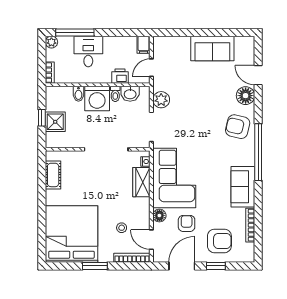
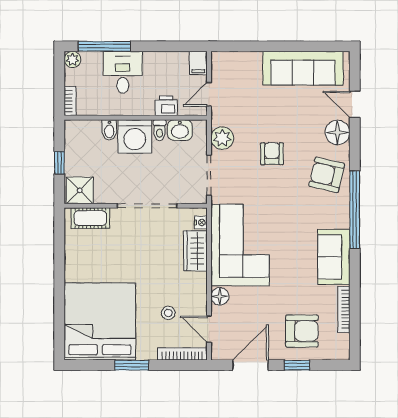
sofa: (212, 49) -> (303, 68), width x1.36
shower: (55, 122) -> (80, 190), moved
cot: (53, 175) -> (90, 218), moved, turned 90
armchair: (187, 223) -> (272, 154), moved

